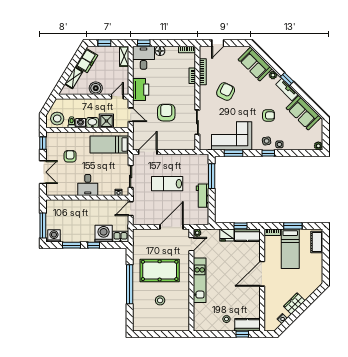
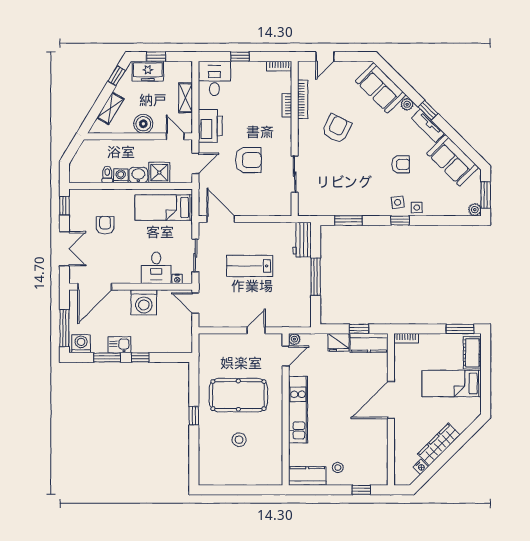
window: (144, 43) -> (240, 57), moved
floor lamp: (160, 51) -> (239, 68), removed
window: (78, 56) -> (117, 76), added
shelving: (124, 56) -> (186, 98), moved
freezer: (87, 60) -> (148, 71), moved, turned 59
door: (117, 97) -> (175, 136), hinge flipped
armchair: (166, 113) -> (248, 160), turned 90
door: (131, 115) -> (195, 163), hinge flipped
stool: (57, 119) -> (86, 169), removed
corner sofa: (232, 136) -> (346, 195), removed
window: (326, 136) -> (486, 195), added
door: (148, 152) -> (221, 219), hinge flipped
window: (212, 176) -> (316, 277), moved
desk: (88, 185) -> (156, 268), moved
workbench: (202, 196) -> (302, 240), moved
door: (63, 198) -> (95, 287), added
door: (131, 209) -> (195, 303), hinge flipped
window: (293, 226) -> (460, 329), moved
door: (172, 227) -> (256, 330), width x0.53
washing machine: (104, 234) -> (144, 302), moved, turned 180
kitchen sink: (120, 237) -> (119, 345), moved
bed: (290, 249) -> (452, 384), moved, turned 90
window: (130, 284) -> (194, 416), width x0.32
wardrobe: (294, 304) -> (439, 444), width x1.50
kitchen counter: (248, 325) -> (307, 476), moved

